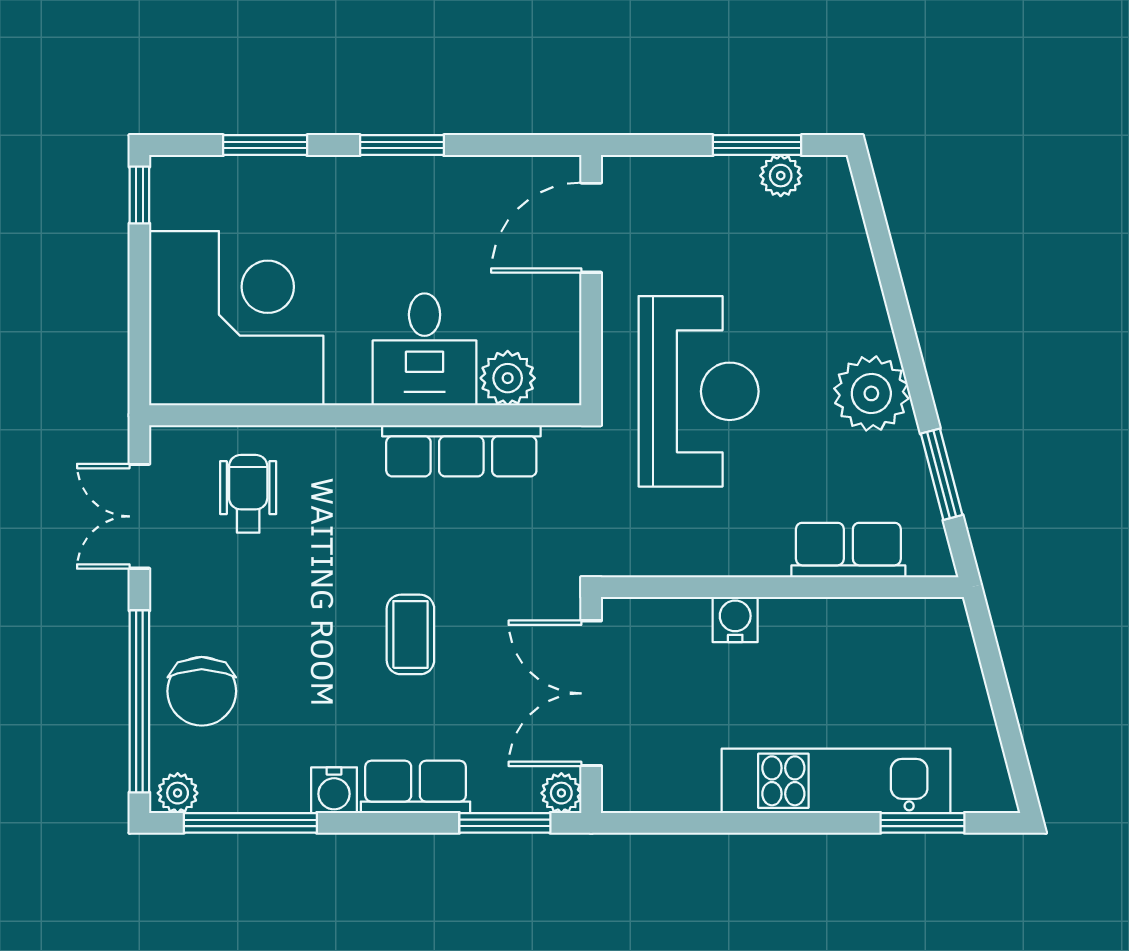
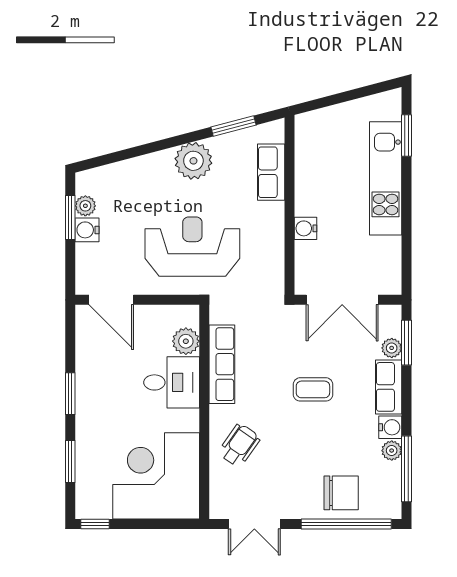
water cooler: (732, 179) -> (87, 230), added
wheelchair: (248, 494) -> (239, 445), moved, turned 125
plant: (178, 793) -> (392, 451), moved
plant: (561, 793) -> (392, 348), moved

